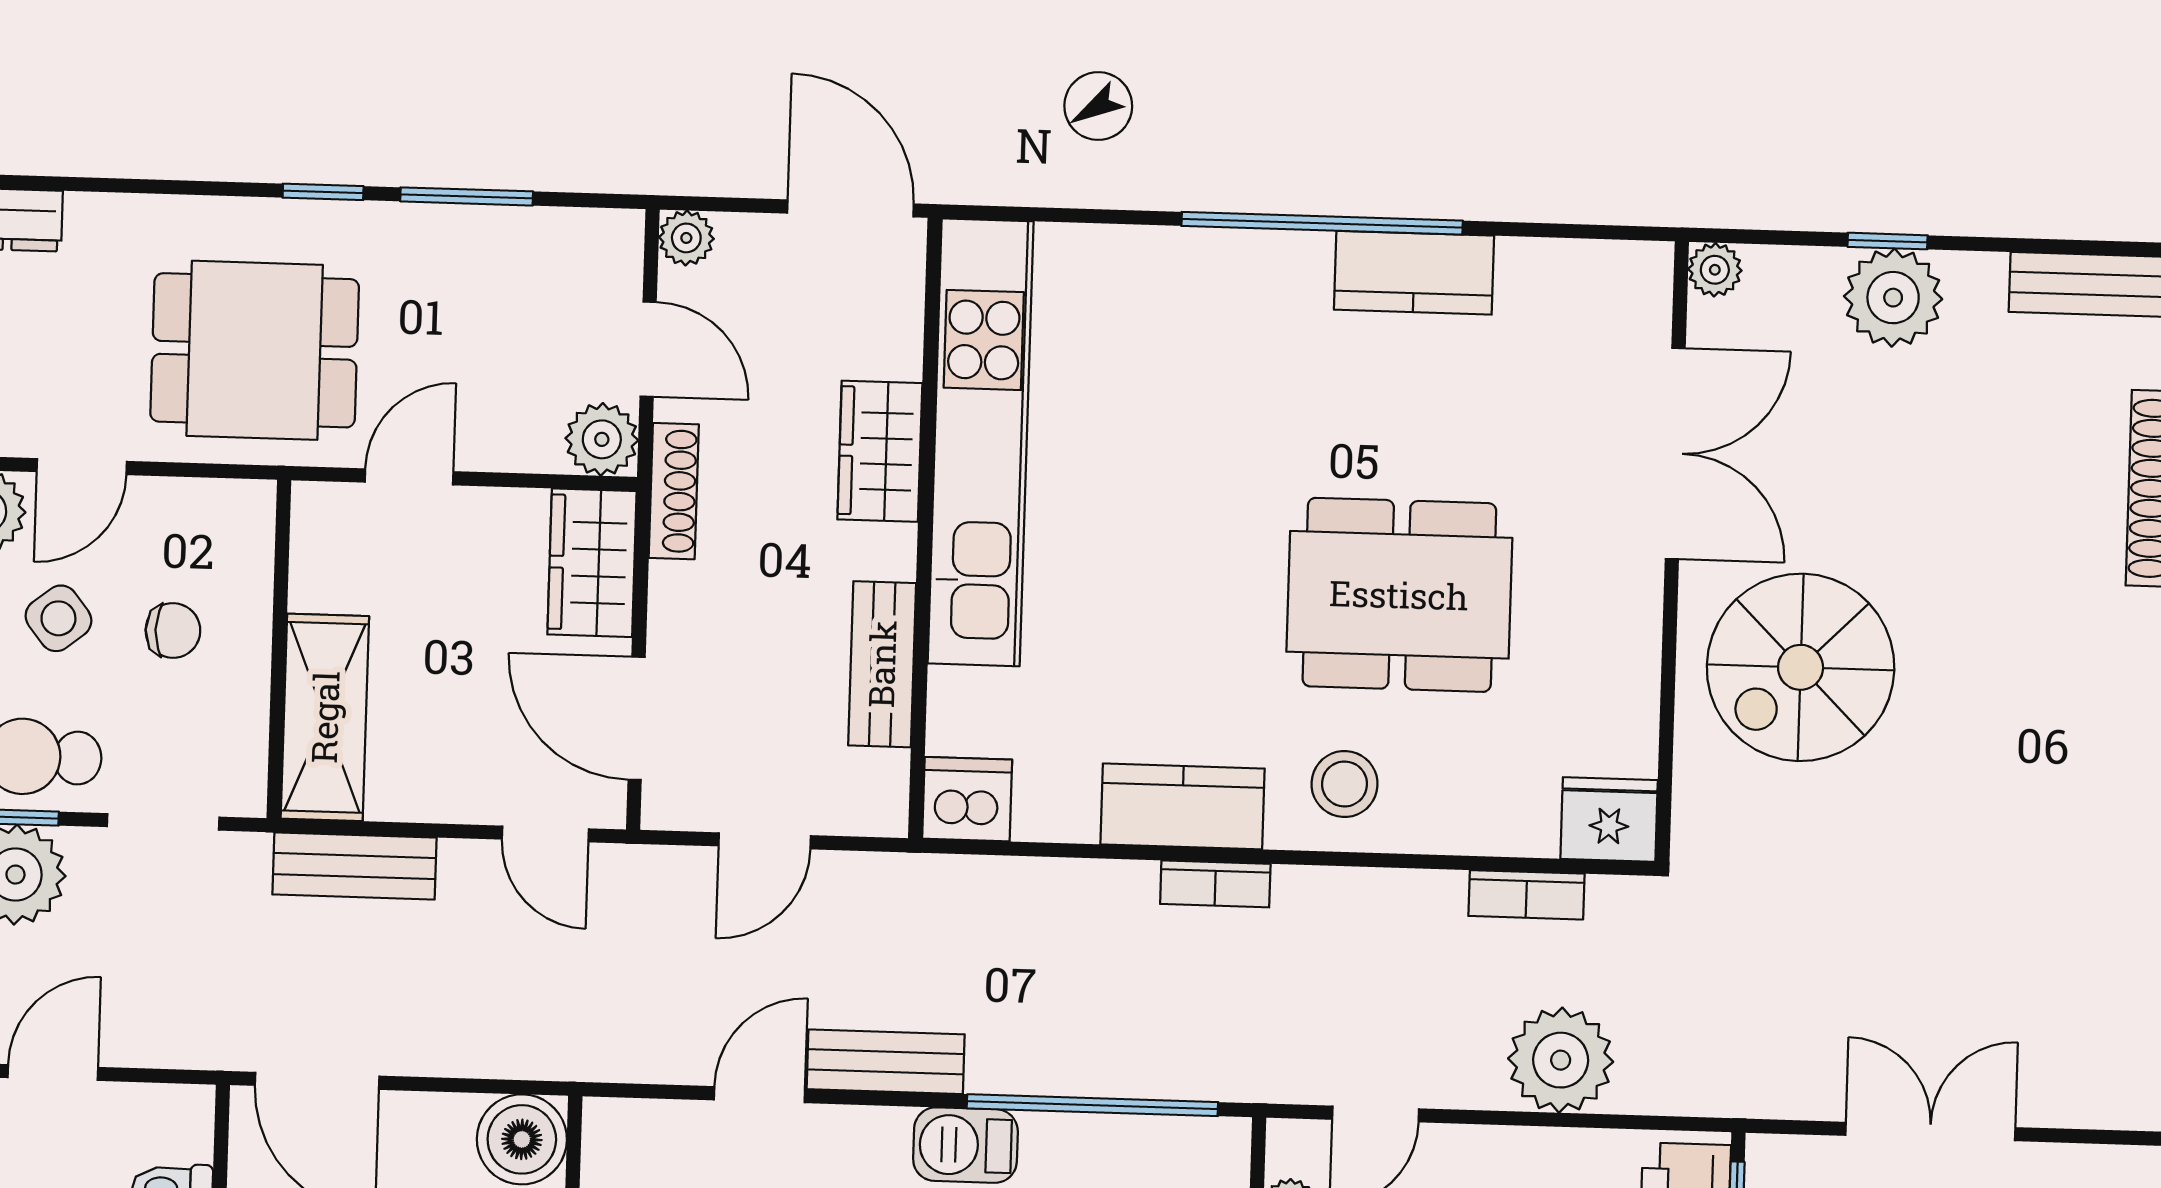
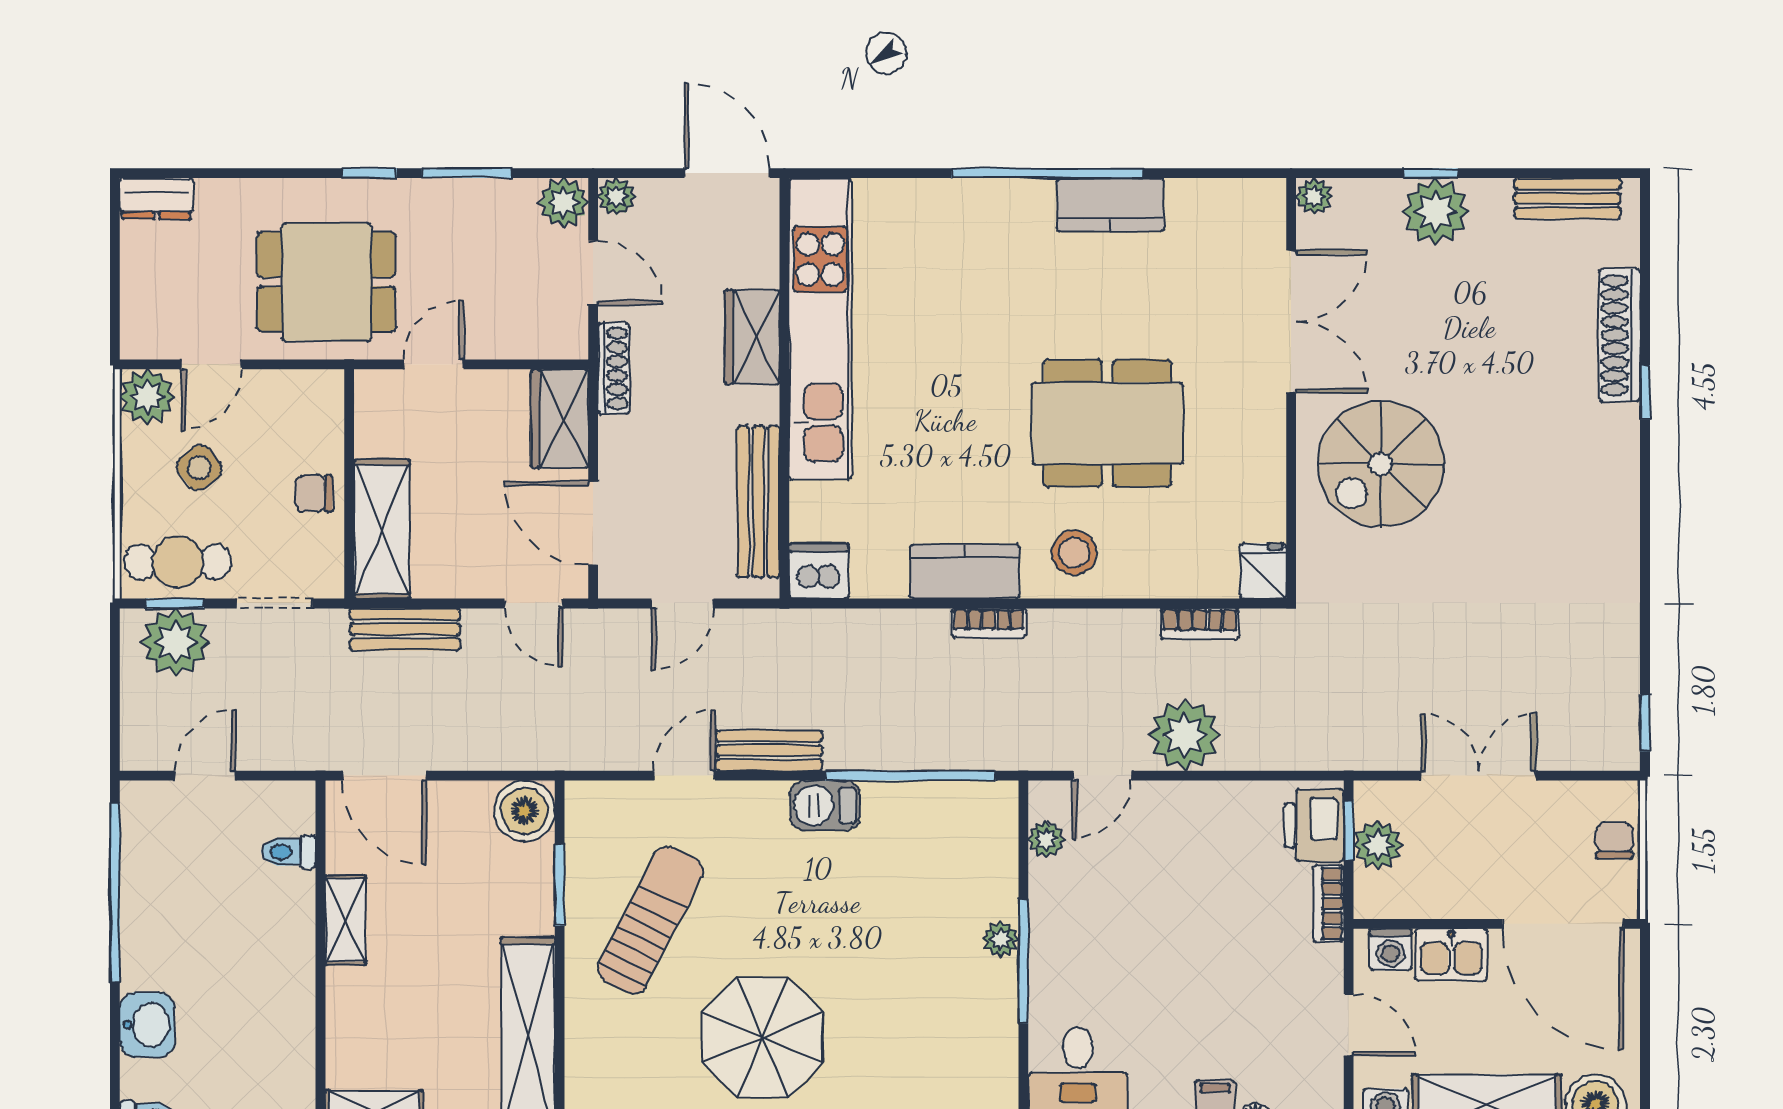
plant: (602, 439) -> (564, 203), moved
chair: (173, 631) -> (314, 493), moved, turned 180
bench: (882, 664) -> (758, 502), width x1.36
fridge: (1609, 819) -> (1263, 571), width x0.72
plant: (1561, 1060) -> (1185, 735), moved

